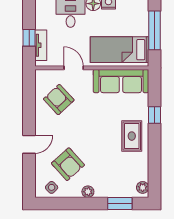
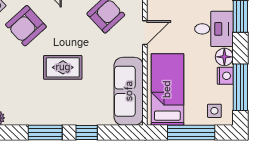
side table: (137, 12) -> (214, 111), added
rug: (132, 136) -> (63, 67), moved
window: (154, 149) -> (45, 133), added

